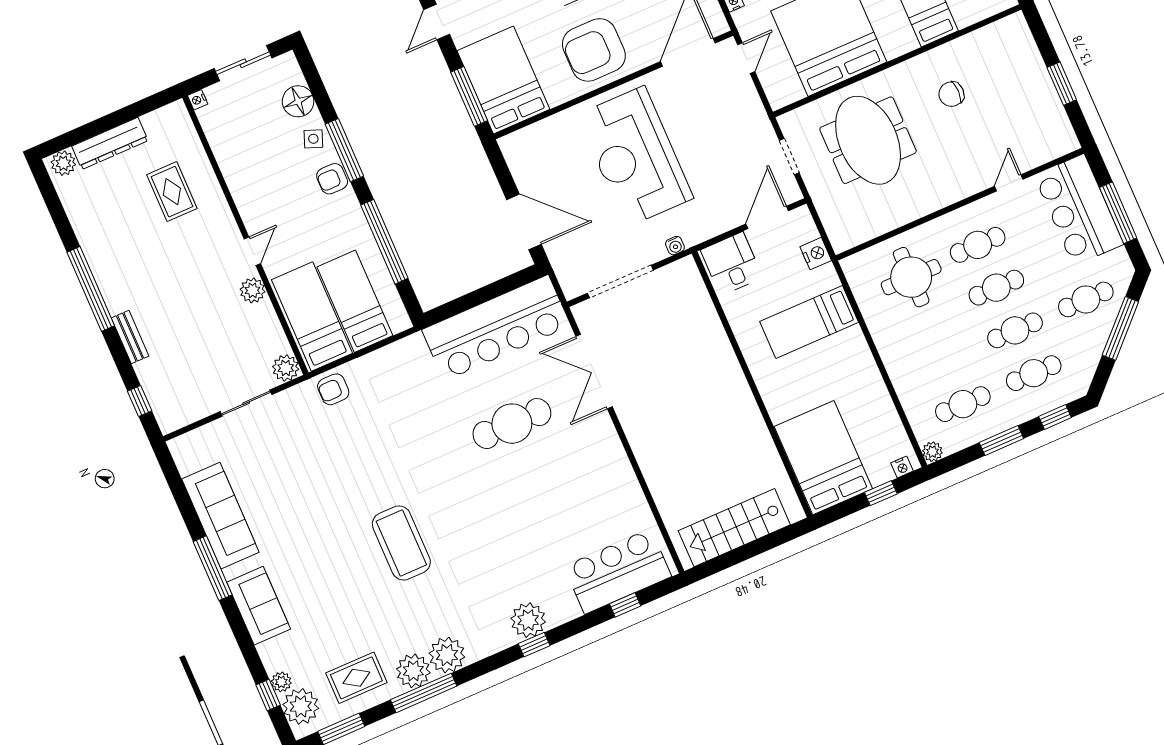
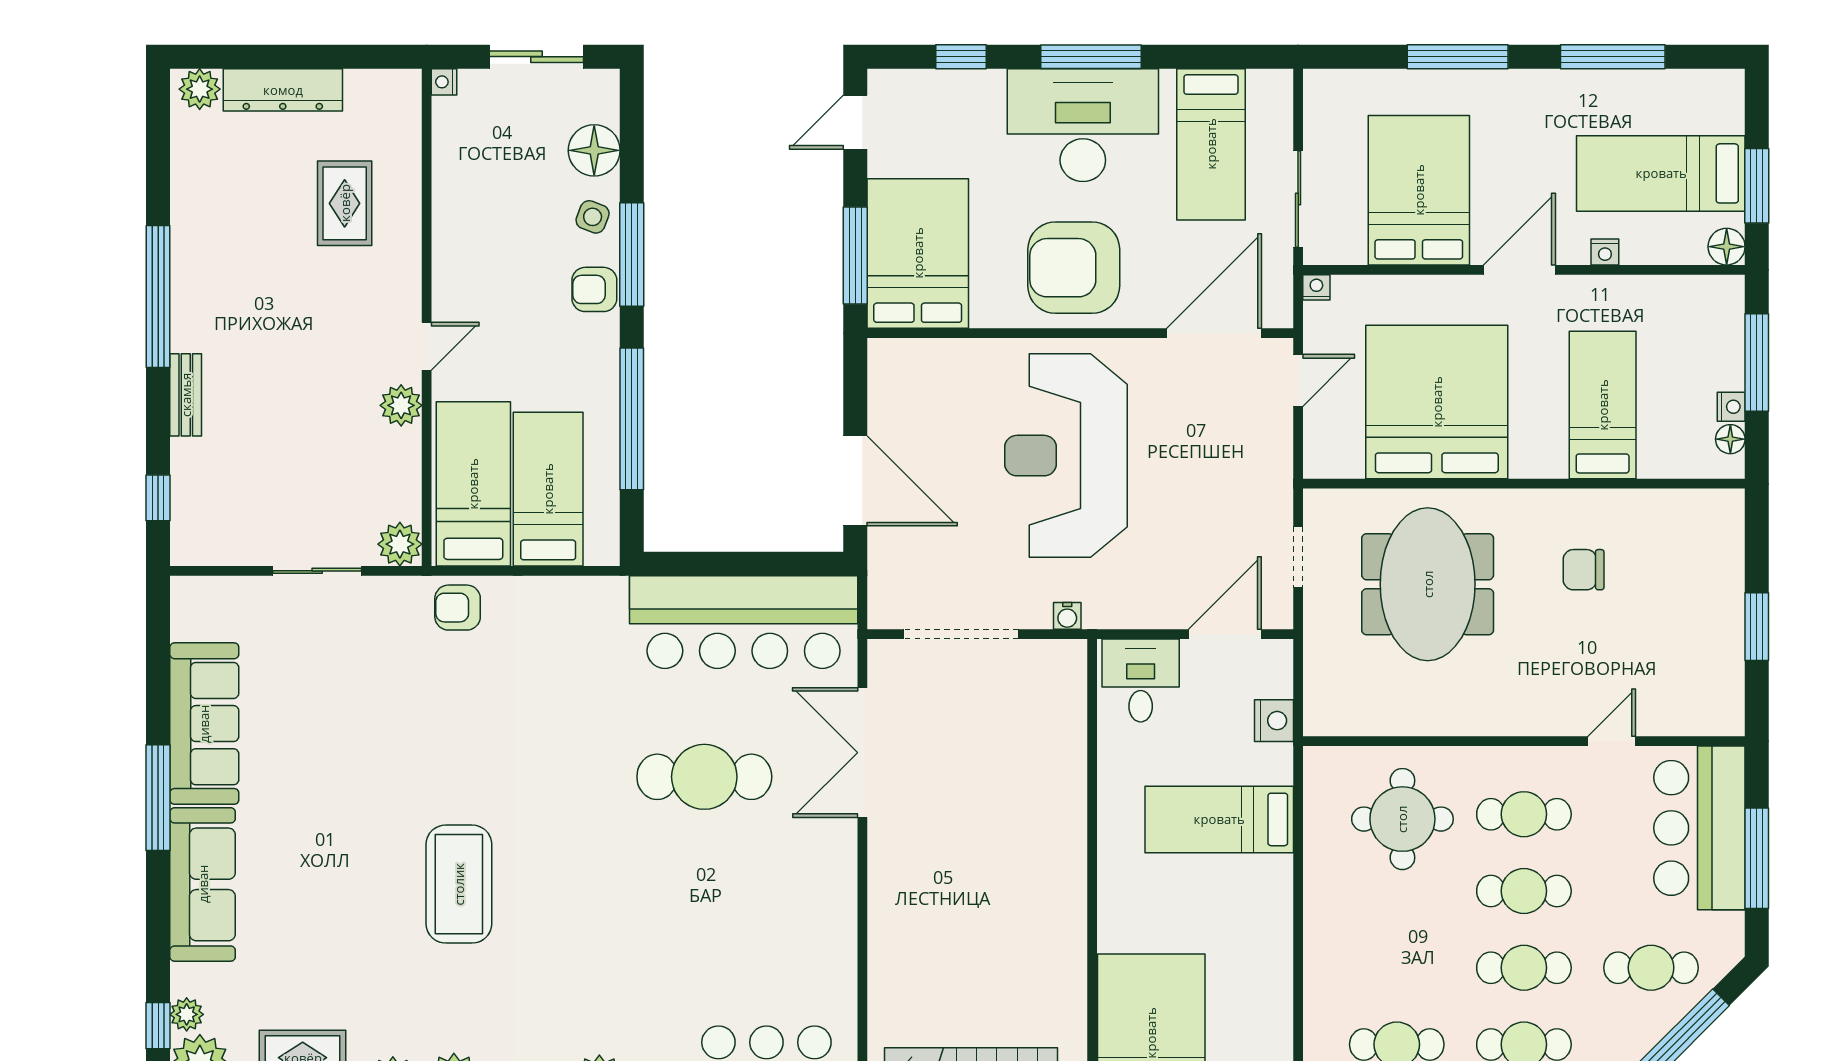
sofa: (259, 606) -> (203, 884), width x1.36

